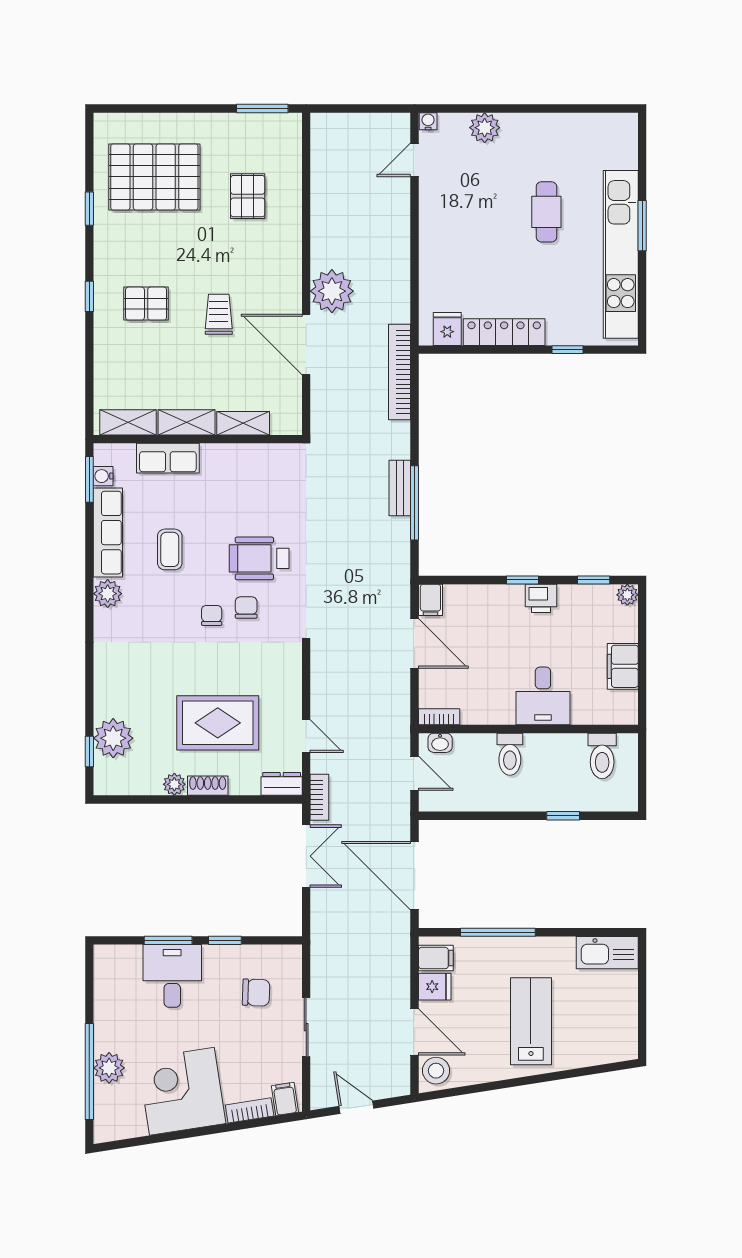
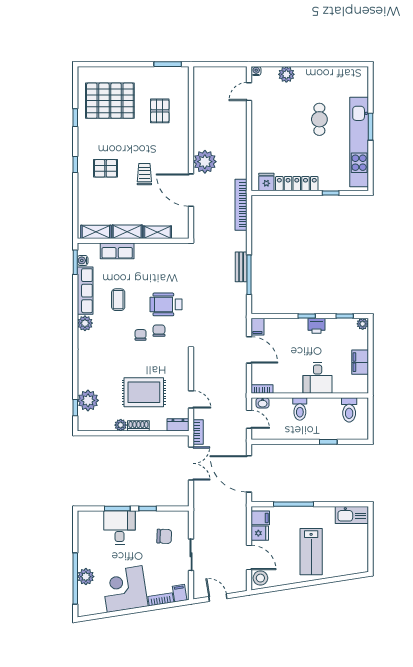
lab bench: (531, 1021) -> (311, 552), turned 180

